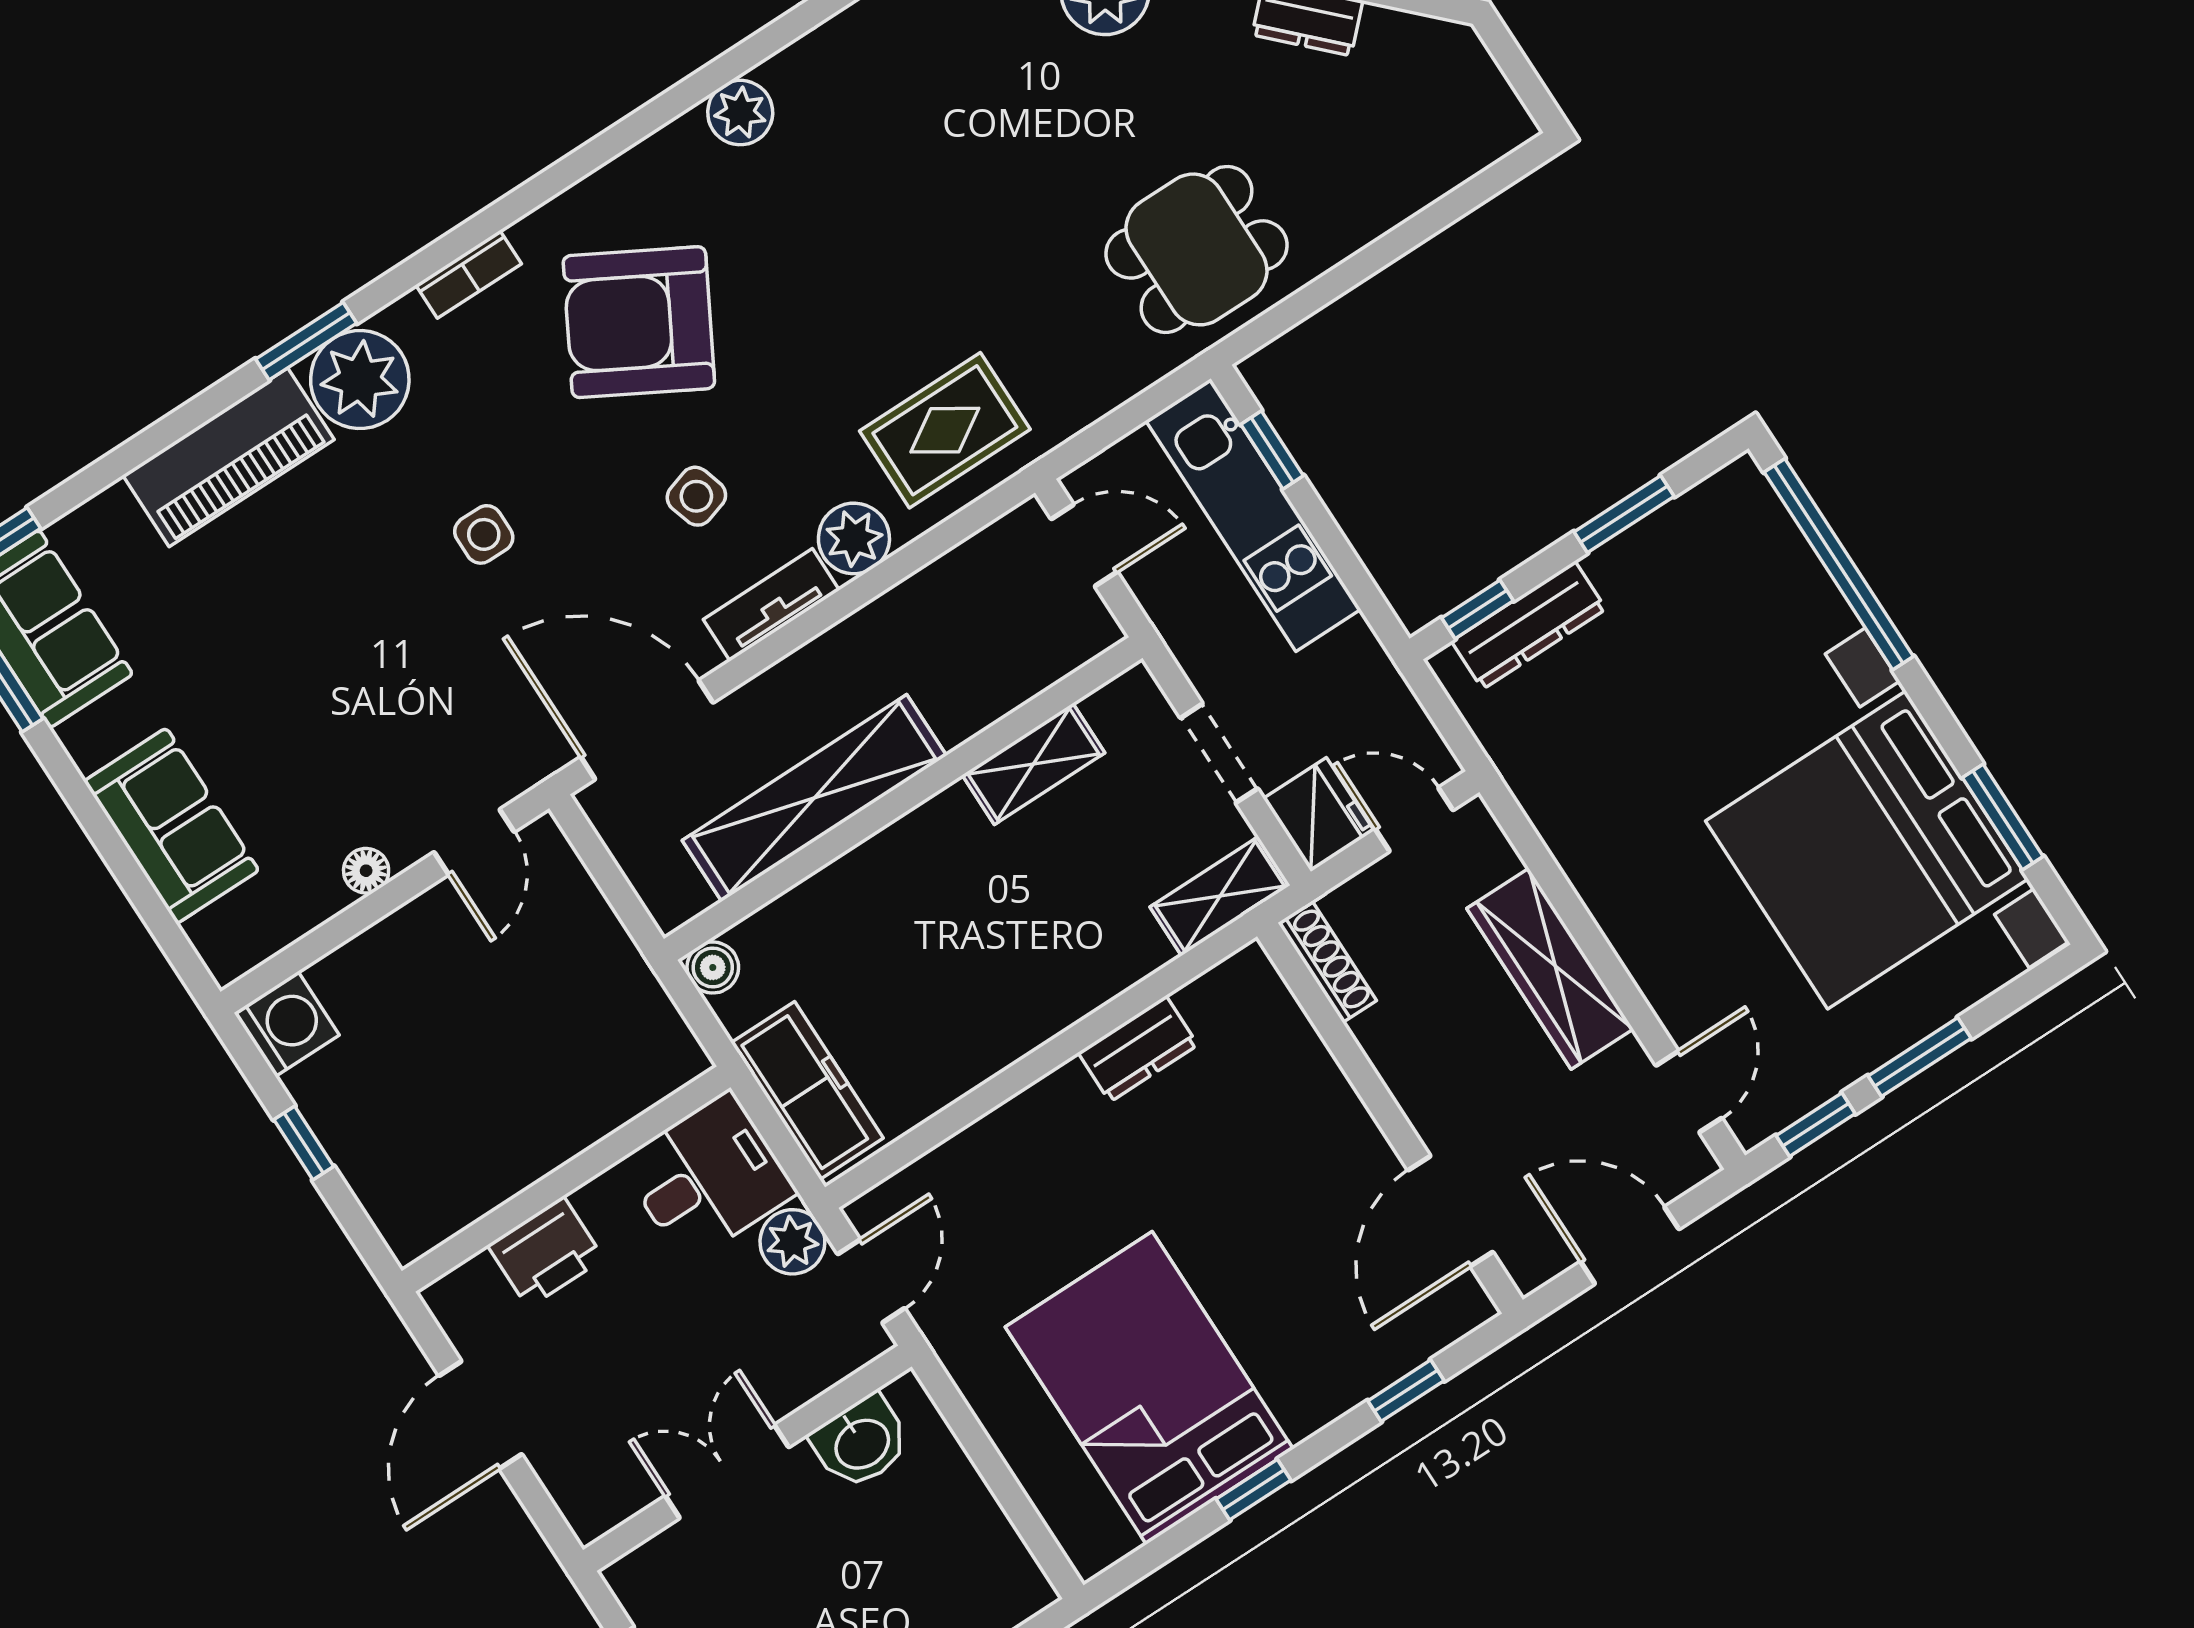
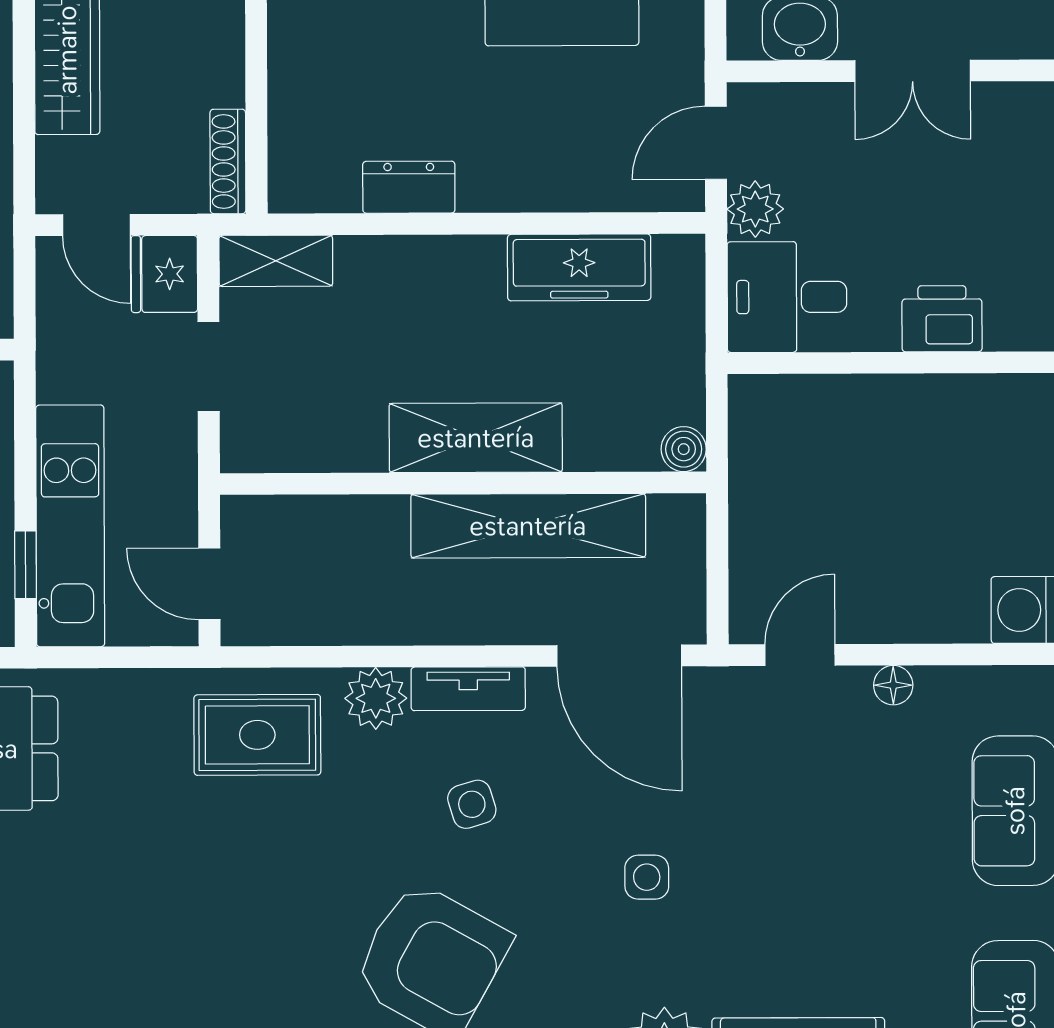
shelving: (1034, 764) -> (476, 438), moved, width x1.50, depth x1.33
freezer: (807, 1090) -> (579, 267), moved, turned -90

